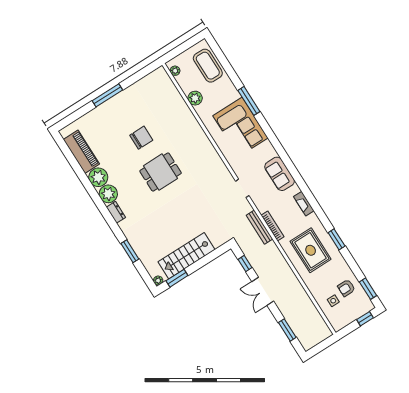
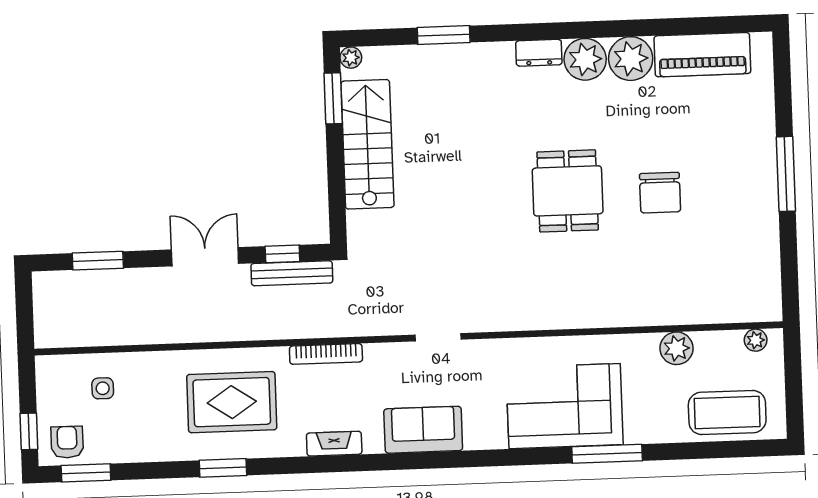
bench: (260, 227) -> (292, 273), moved
armchair: (346, 288) -> (67, 442), moved

